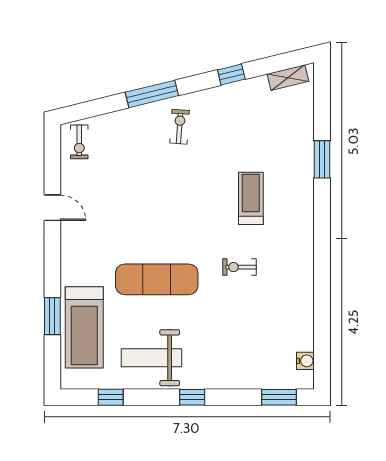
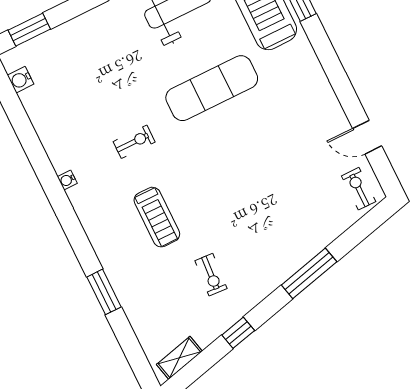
exercise bike: (180, 127) -> (211, 275), moved
door: (52, 208) -> (367, 137), moved
water cooler: (308, 263) -> (67, 180), added

